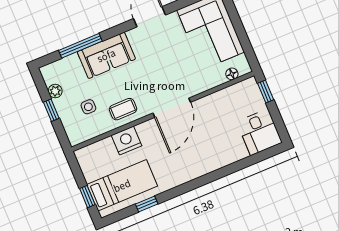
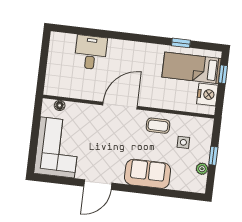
window: (80, 46) -> (163, 192), removed
window: (266, 92) -> (41, 77), removed
desk: (259, 132) -> (91, 52), moved
nightstand: (126, 141) -> (207, 94), moved, turned -90

